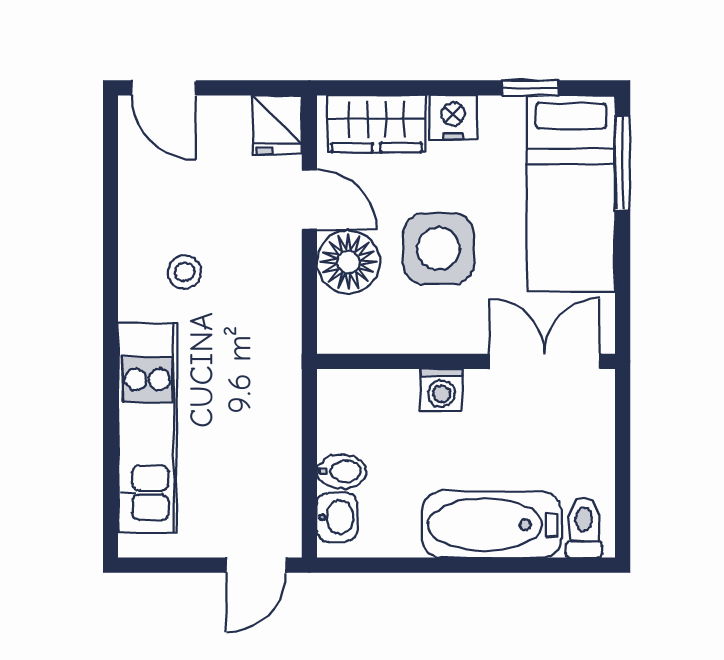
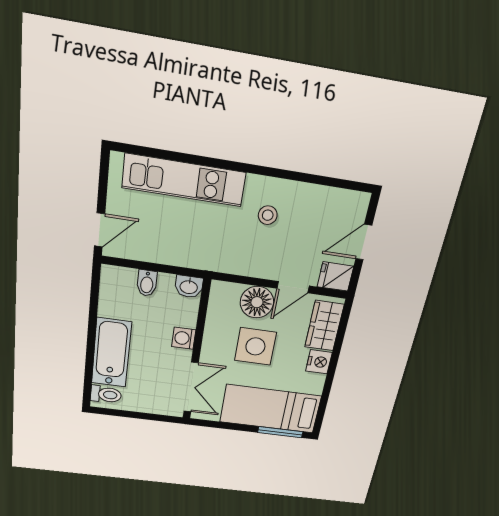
door: (164, 88) -> (364, 242), moved
window: (530, 88) -> (325, 398), removed
washbasin: (337, 517) -> (189, 287), moved
door: (256, 565) -> (100, 230), swing flipped

